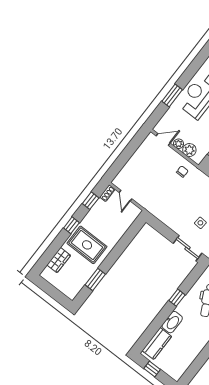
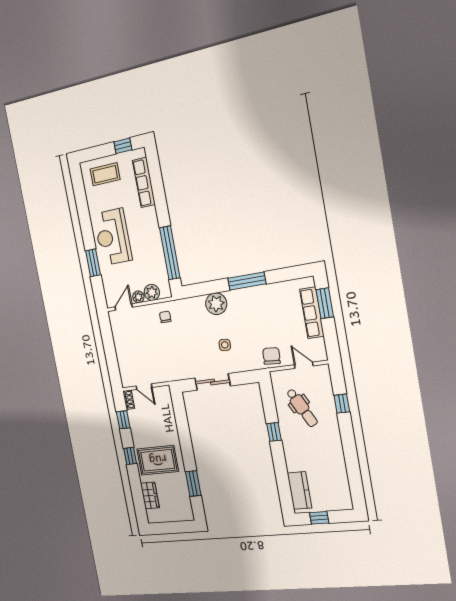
sliding door: (188, 248) -> (212, 382), moved
washbasin: (172, 322) -> (293, 458), removed

